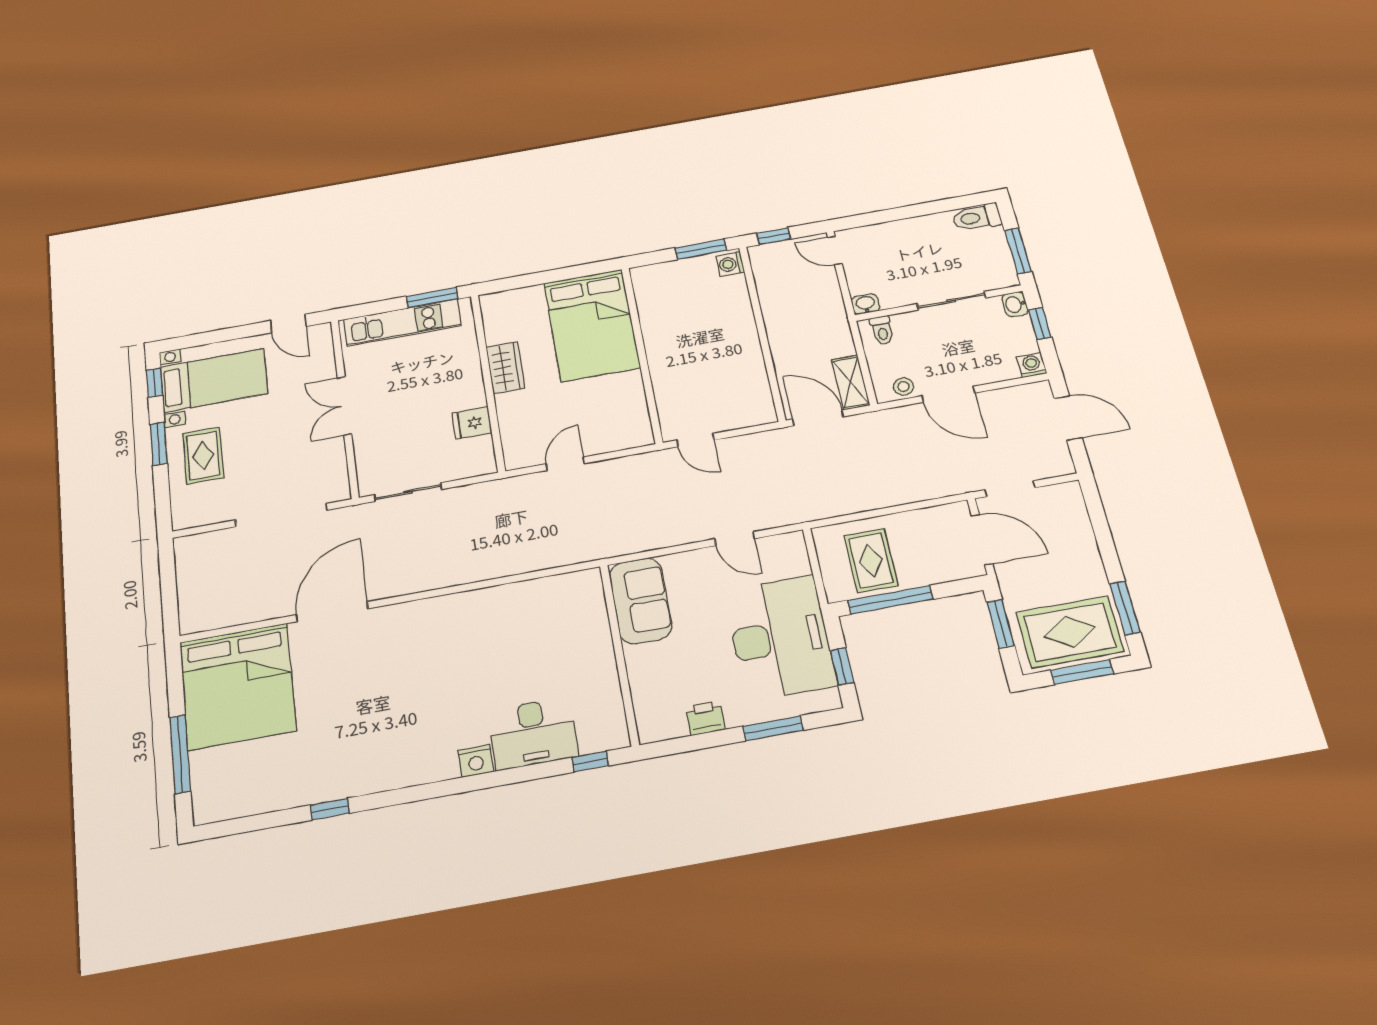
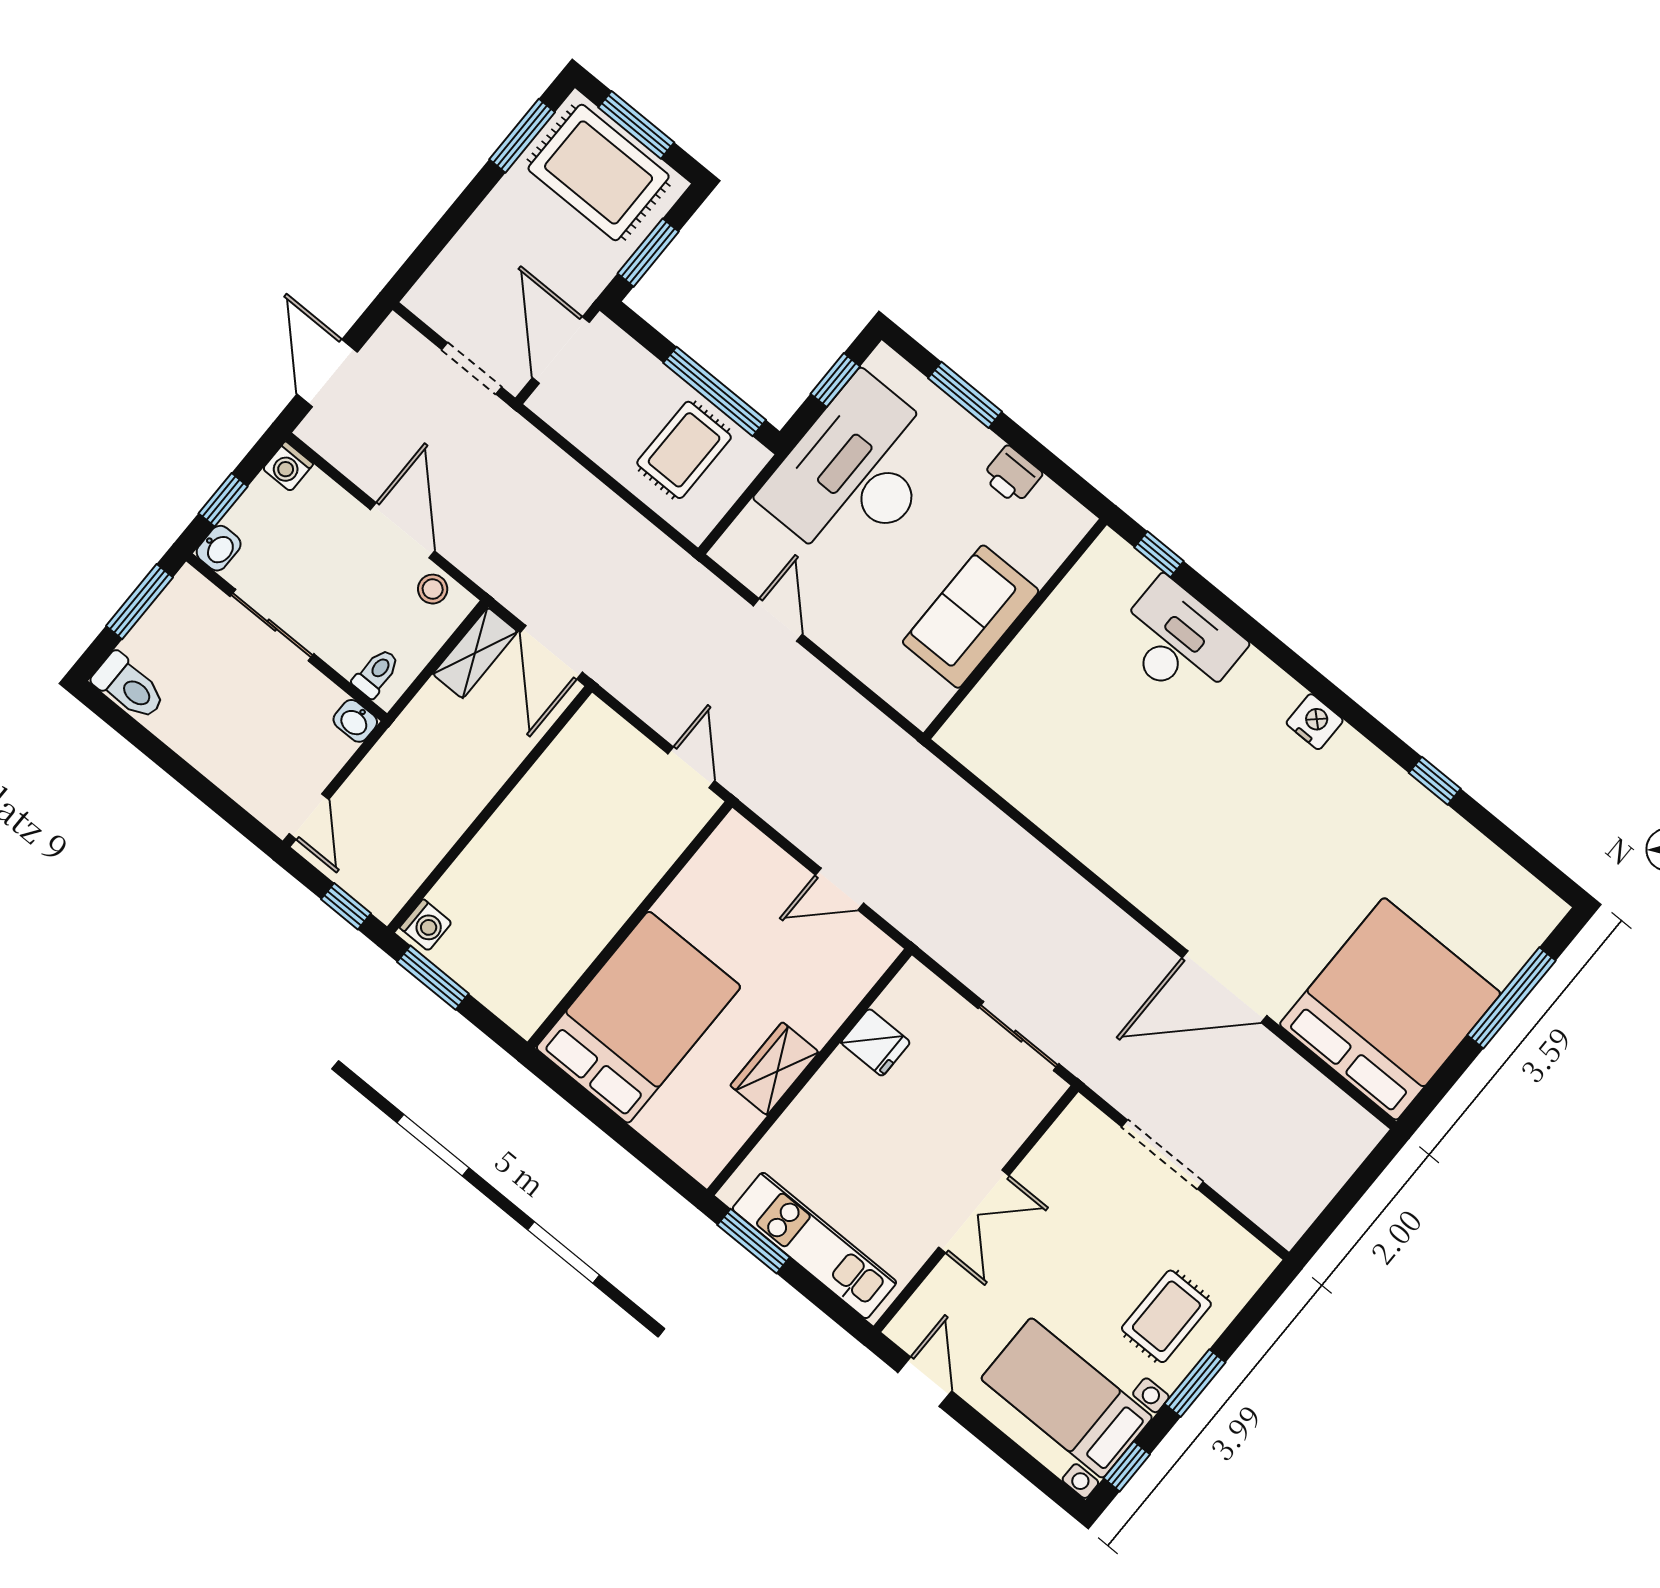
doorway: (281, 515) -> (1162, 1154), width x0.73
sofa: (641, 601) -> (971, 617), moved
nightstand: (476, 761) -> (1315, 722), moved

